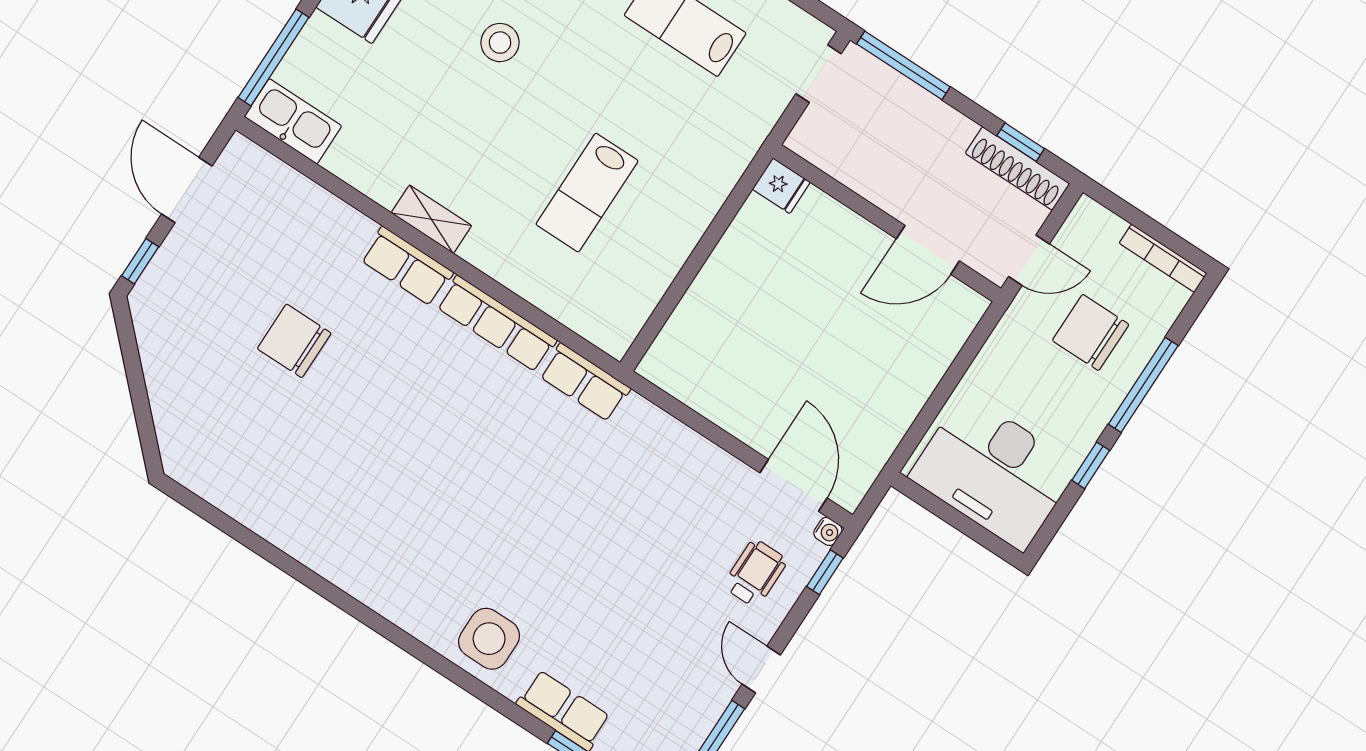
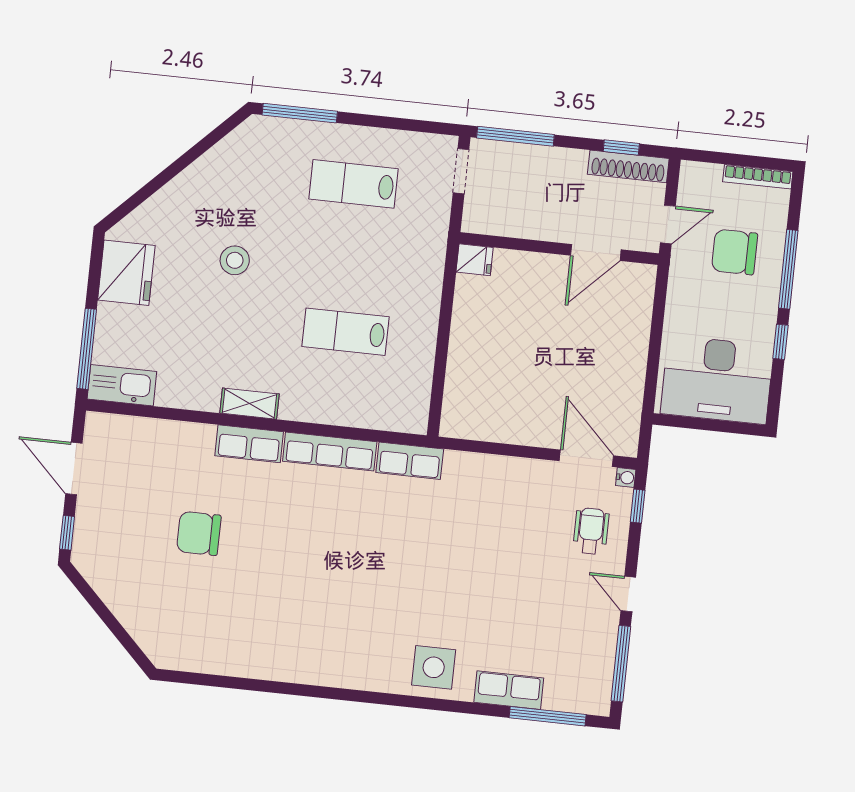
lab bench: (587, 193) -> (345, 332), turned 90

